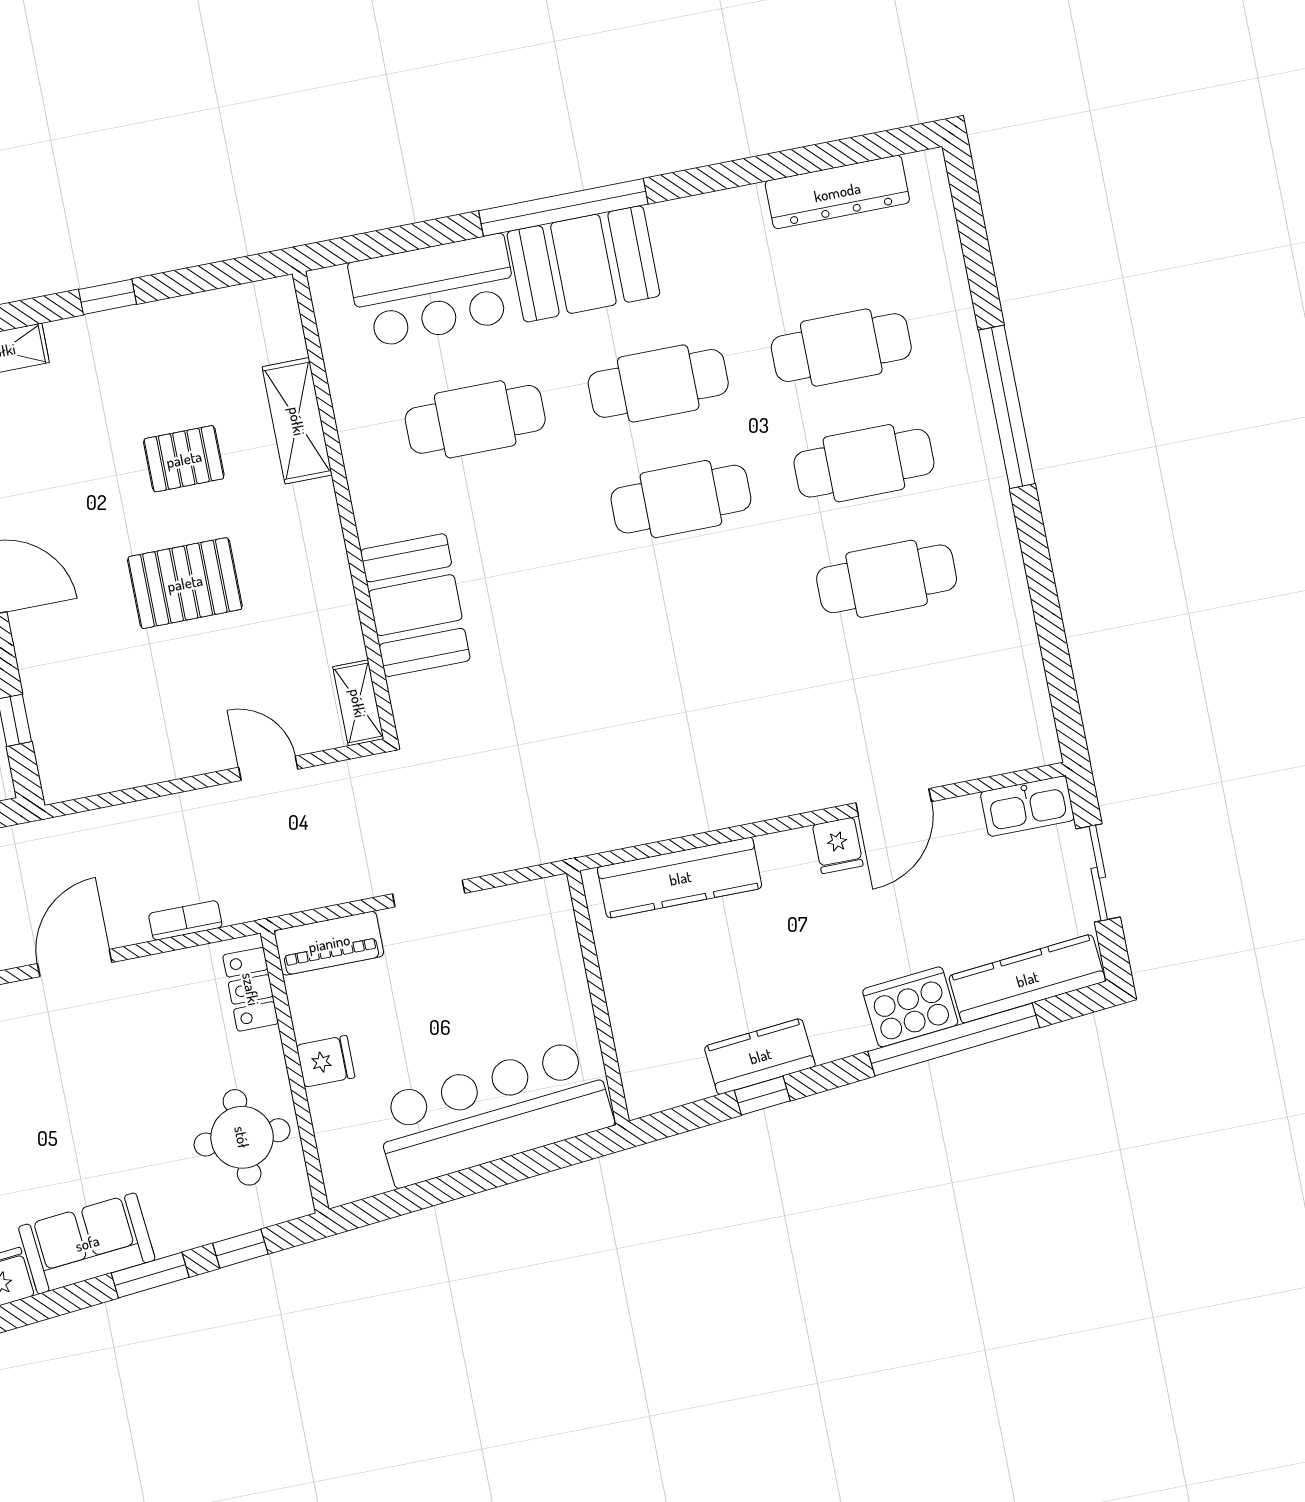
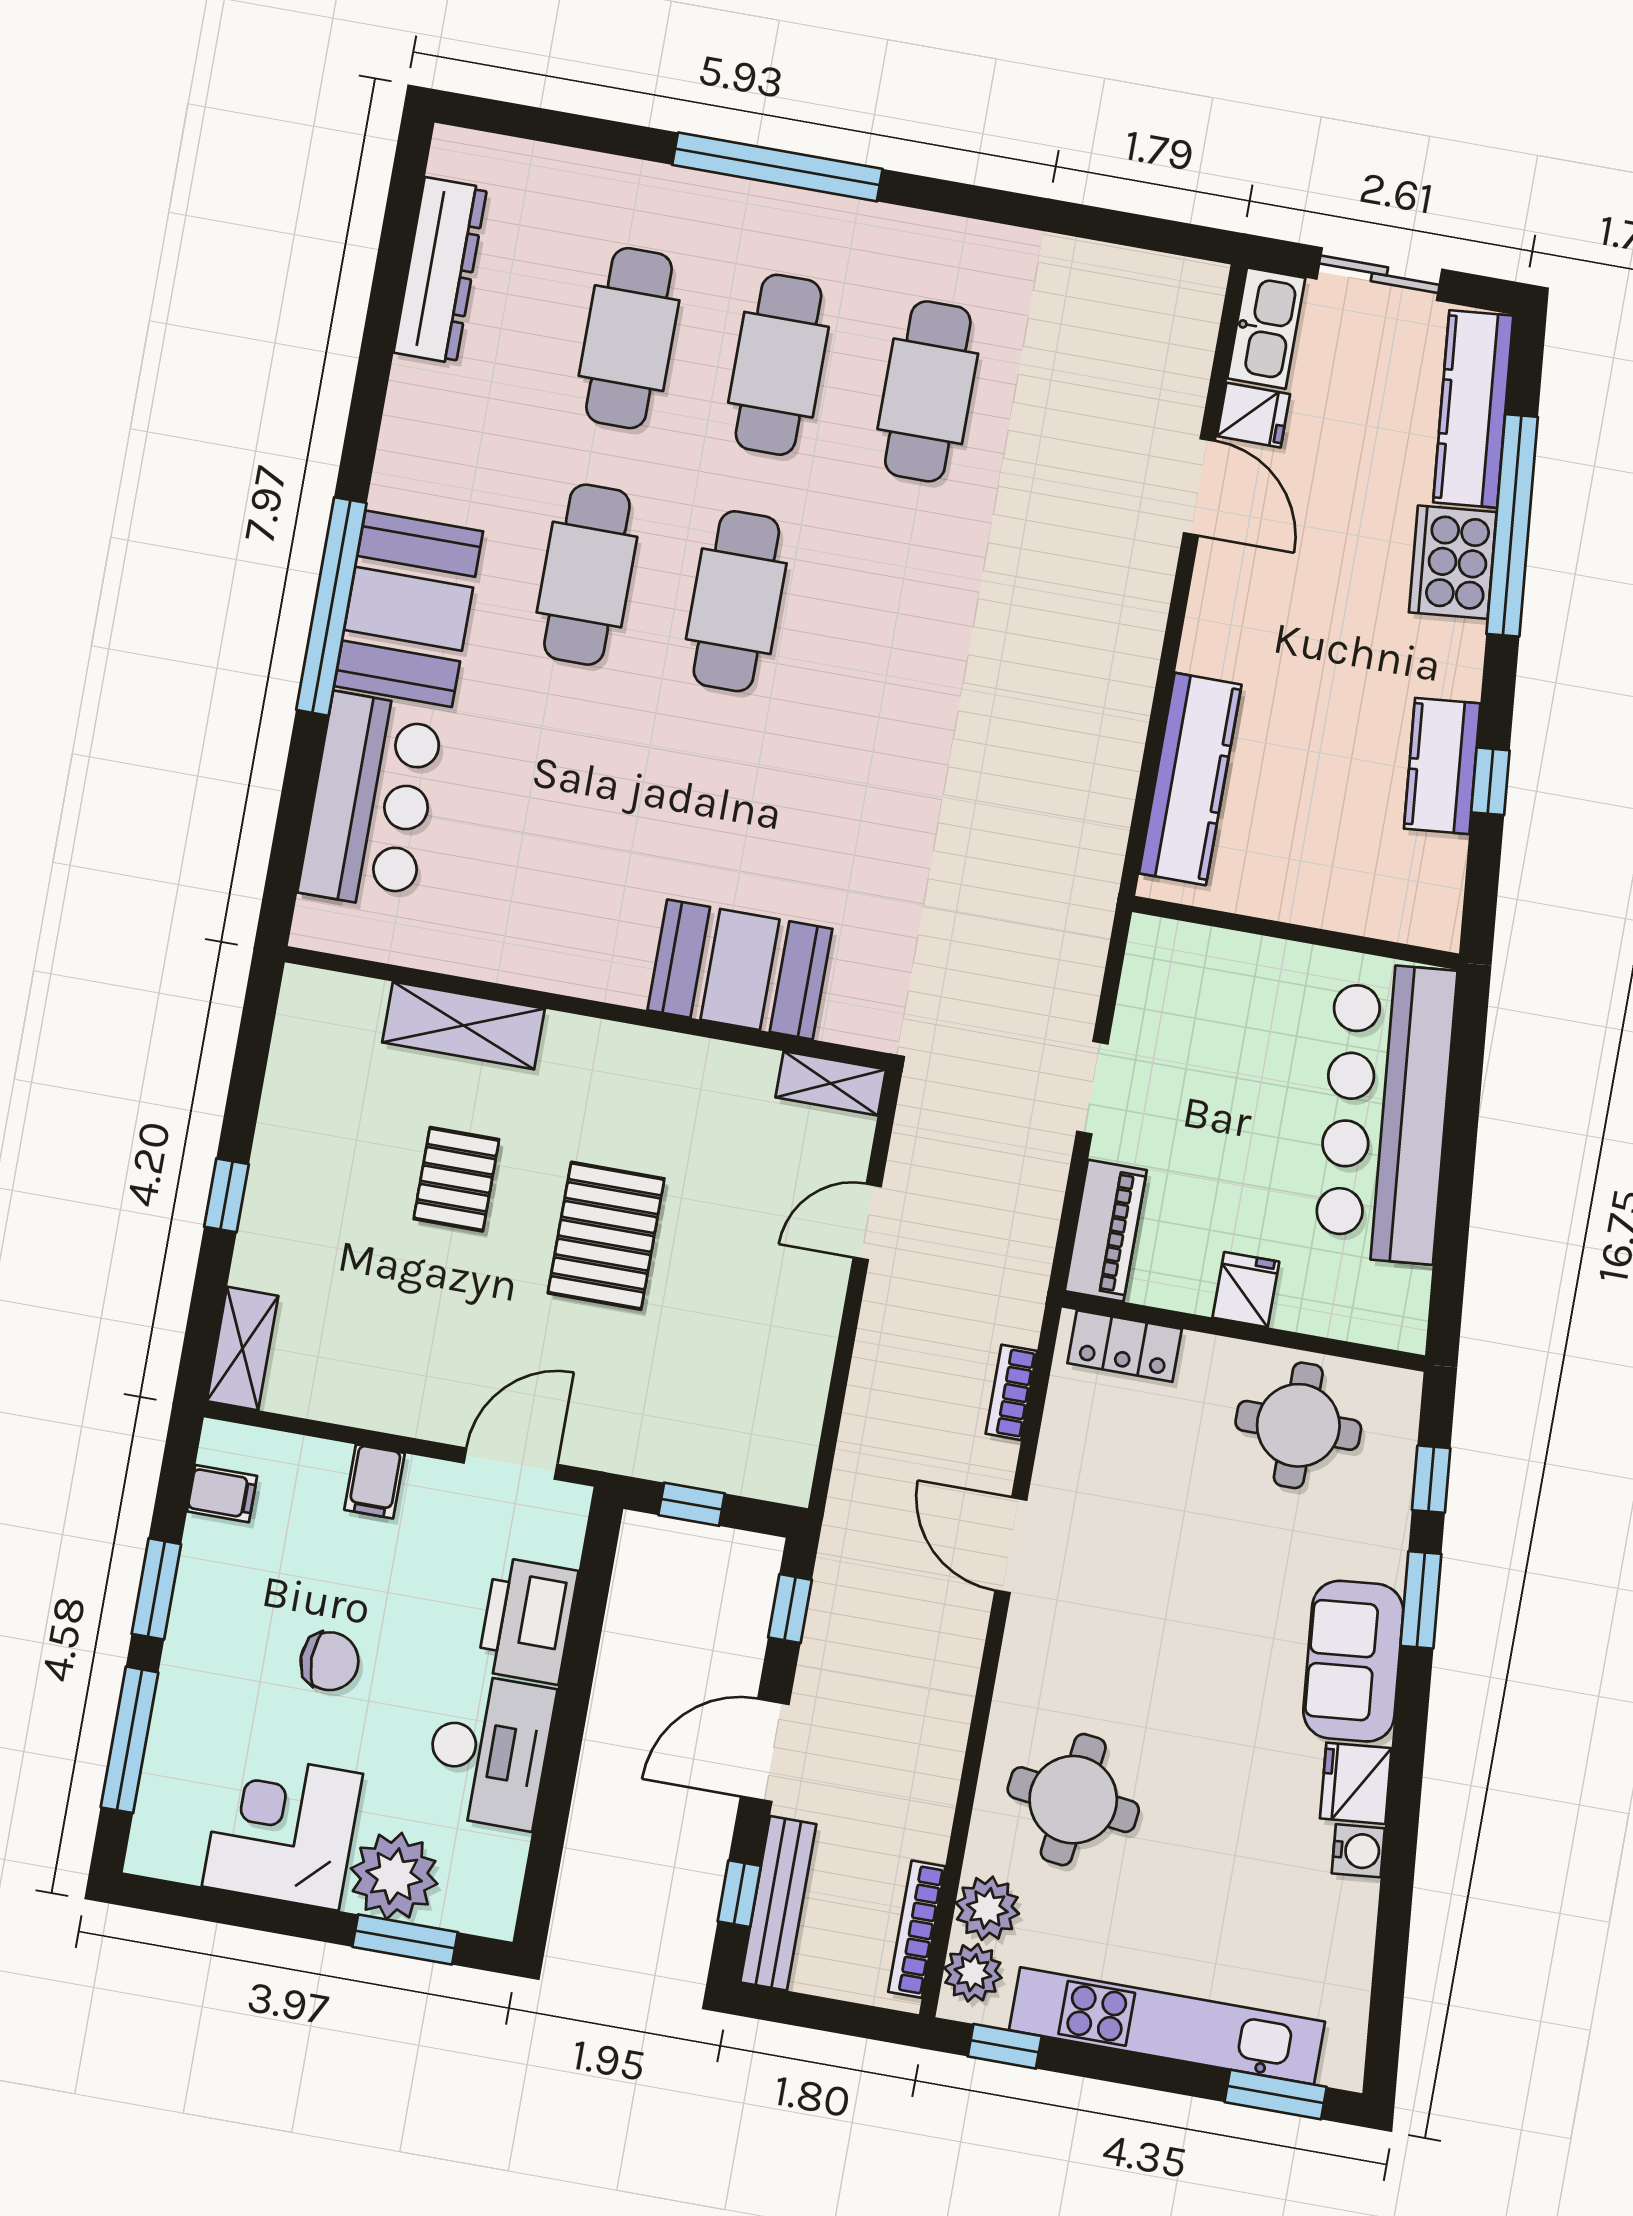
cafe table: (475, 419) -> (545, 811), removed
fridge: (838, 845) -> (1253, 415), moved

